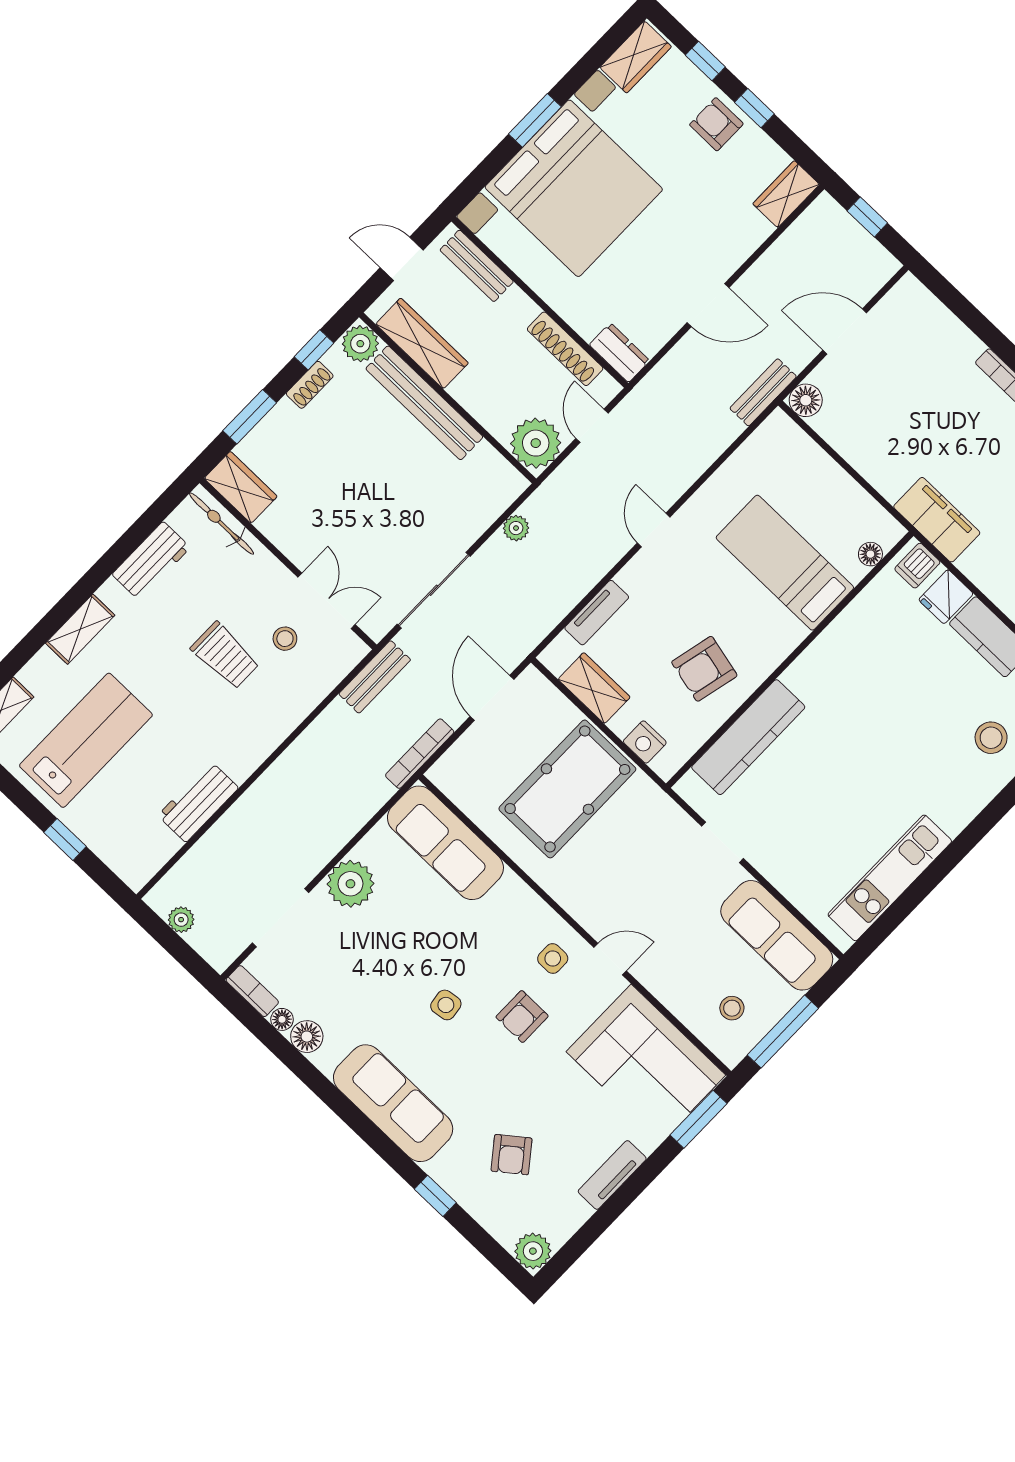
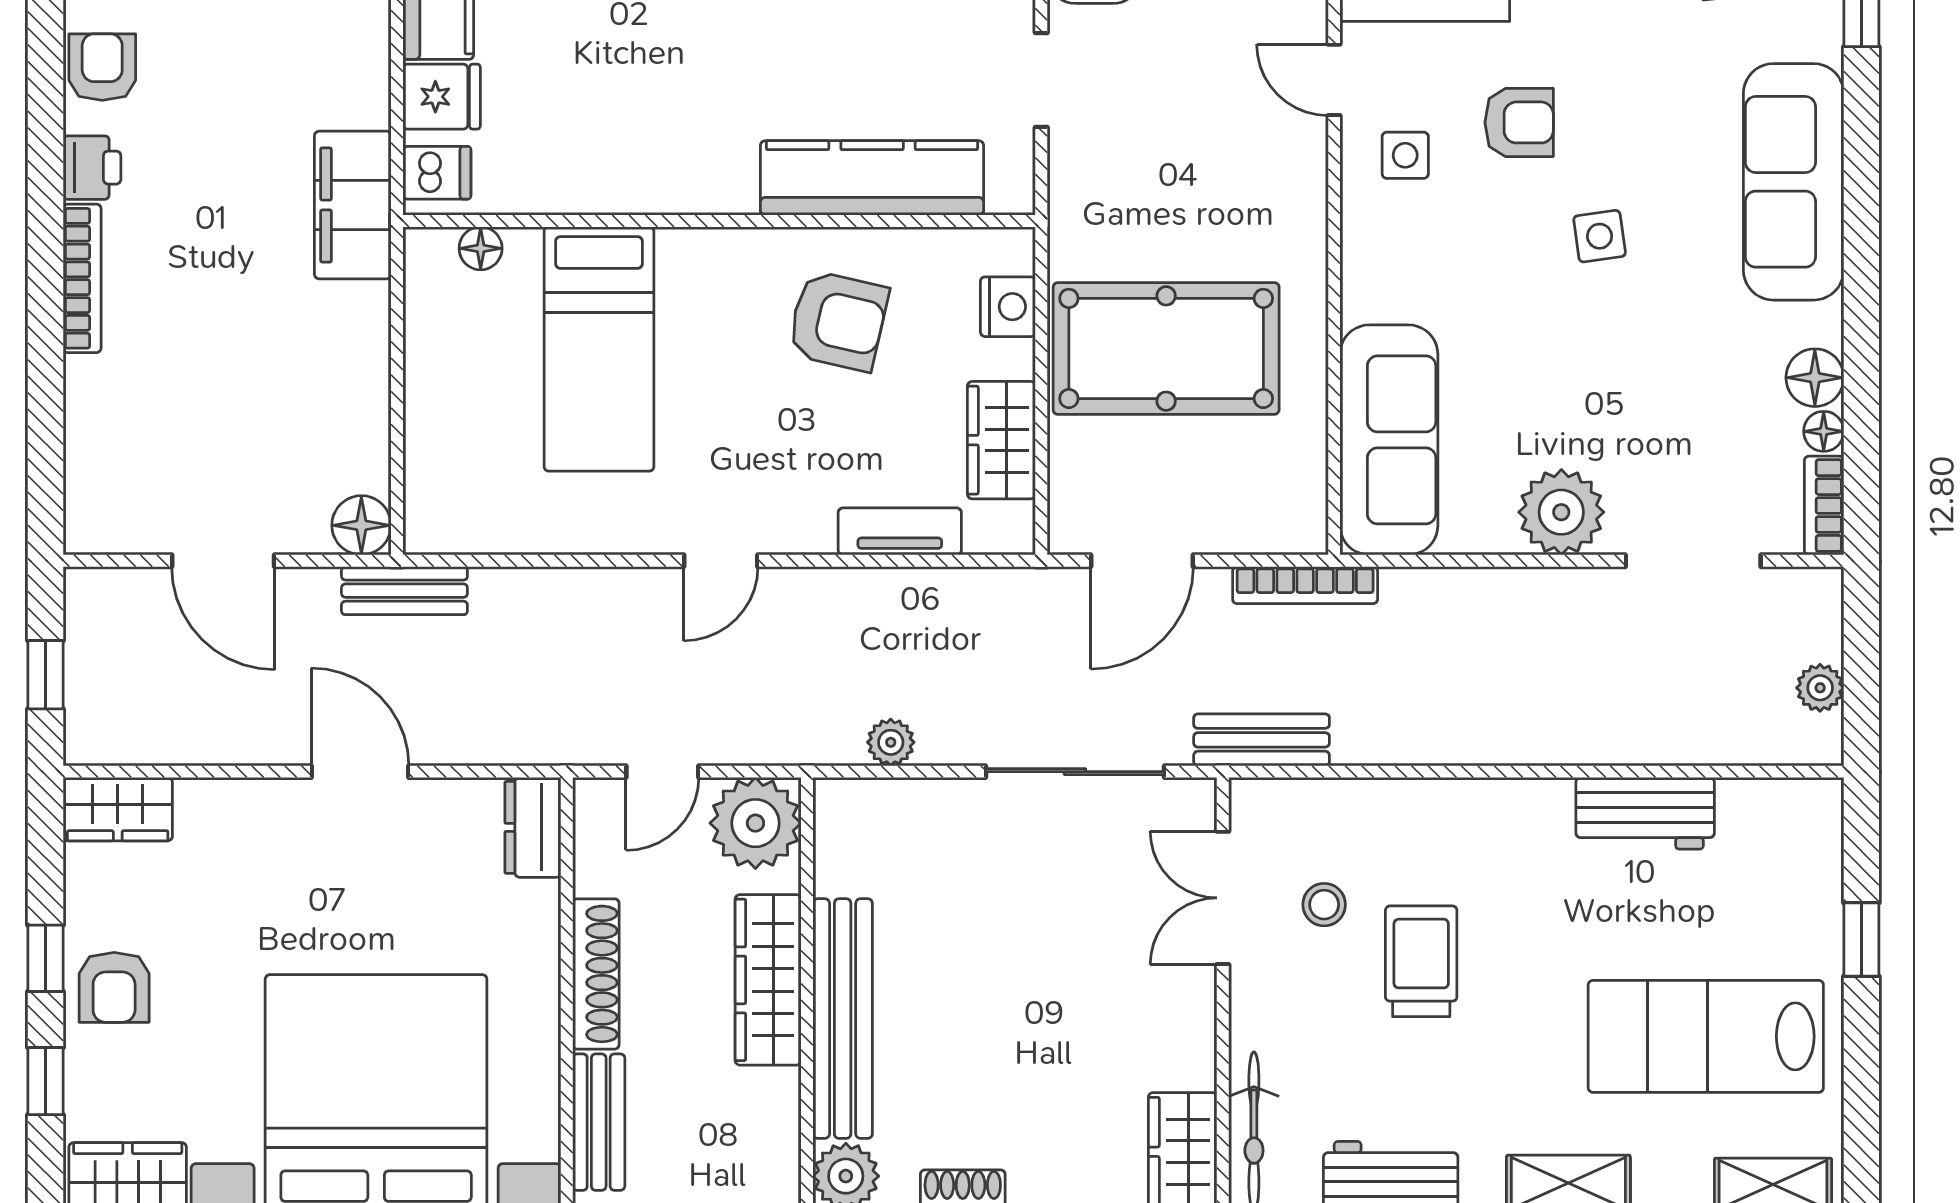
wardrobe: (422, 343) -> (768, 980), moved
shoe rack: (565, 349) -> (596, 974), moved

